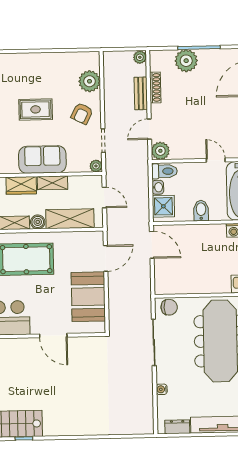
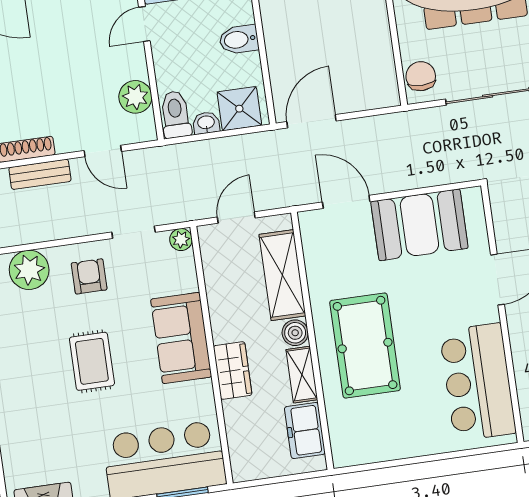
armchair: (82, 113) -> (89, 276), turned -116
plant: (160, 151) -> (135, 97), moved
shelving: (52, 183) -> (221, 315), removed

